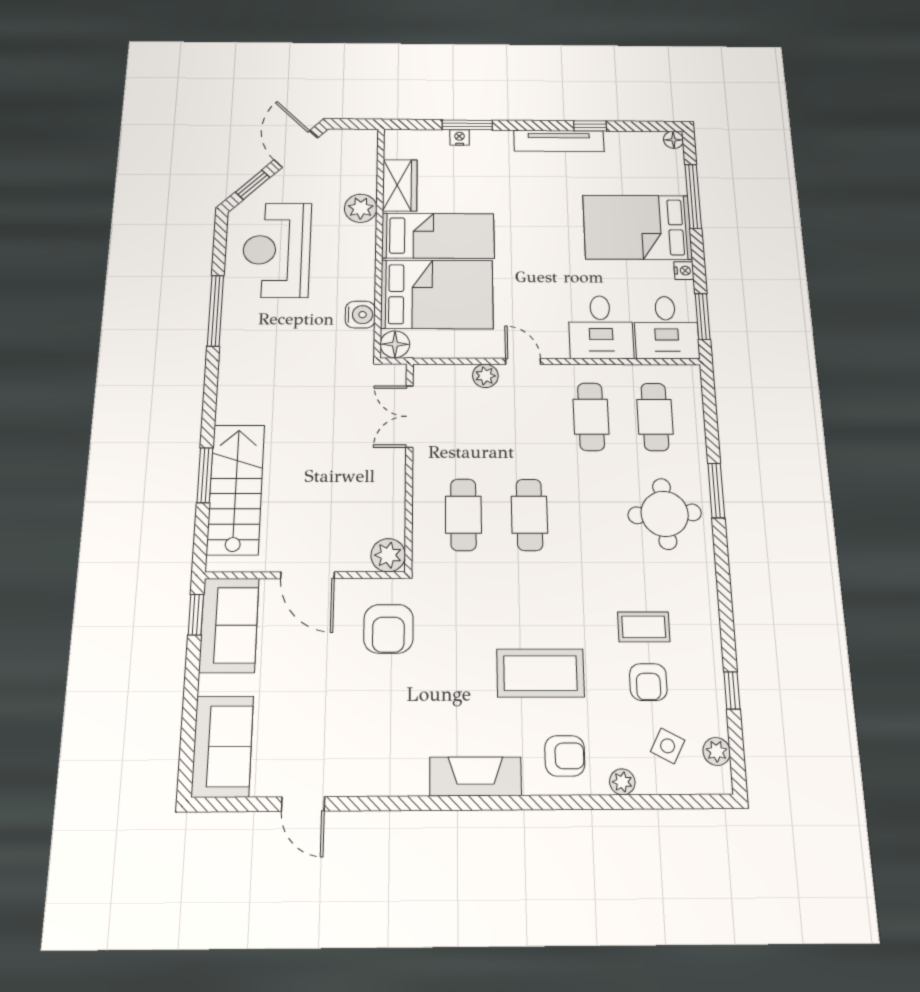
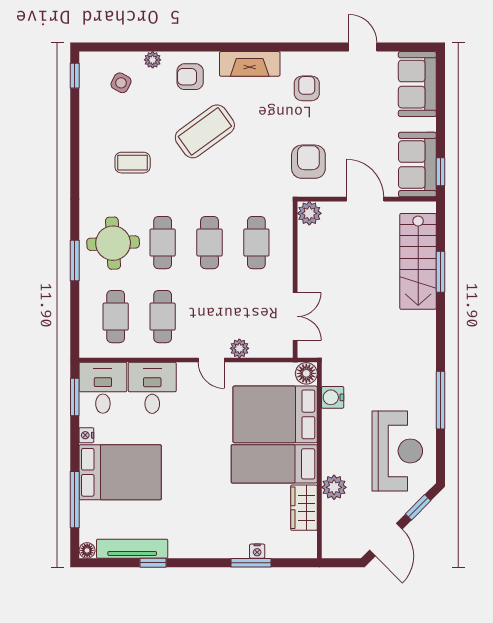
tv unit: (559, 141) -> (132, 549), moved
cafe table: (595, 515) -> (163, 243), added
coffee table: (540, 673) -> (205, 131), turned -36
armchair: (648, 682) -> (307, 88), moved
window: (732, 690) -> (75, 76), moved
plant: (717, 751) -> (88, 79), removed

